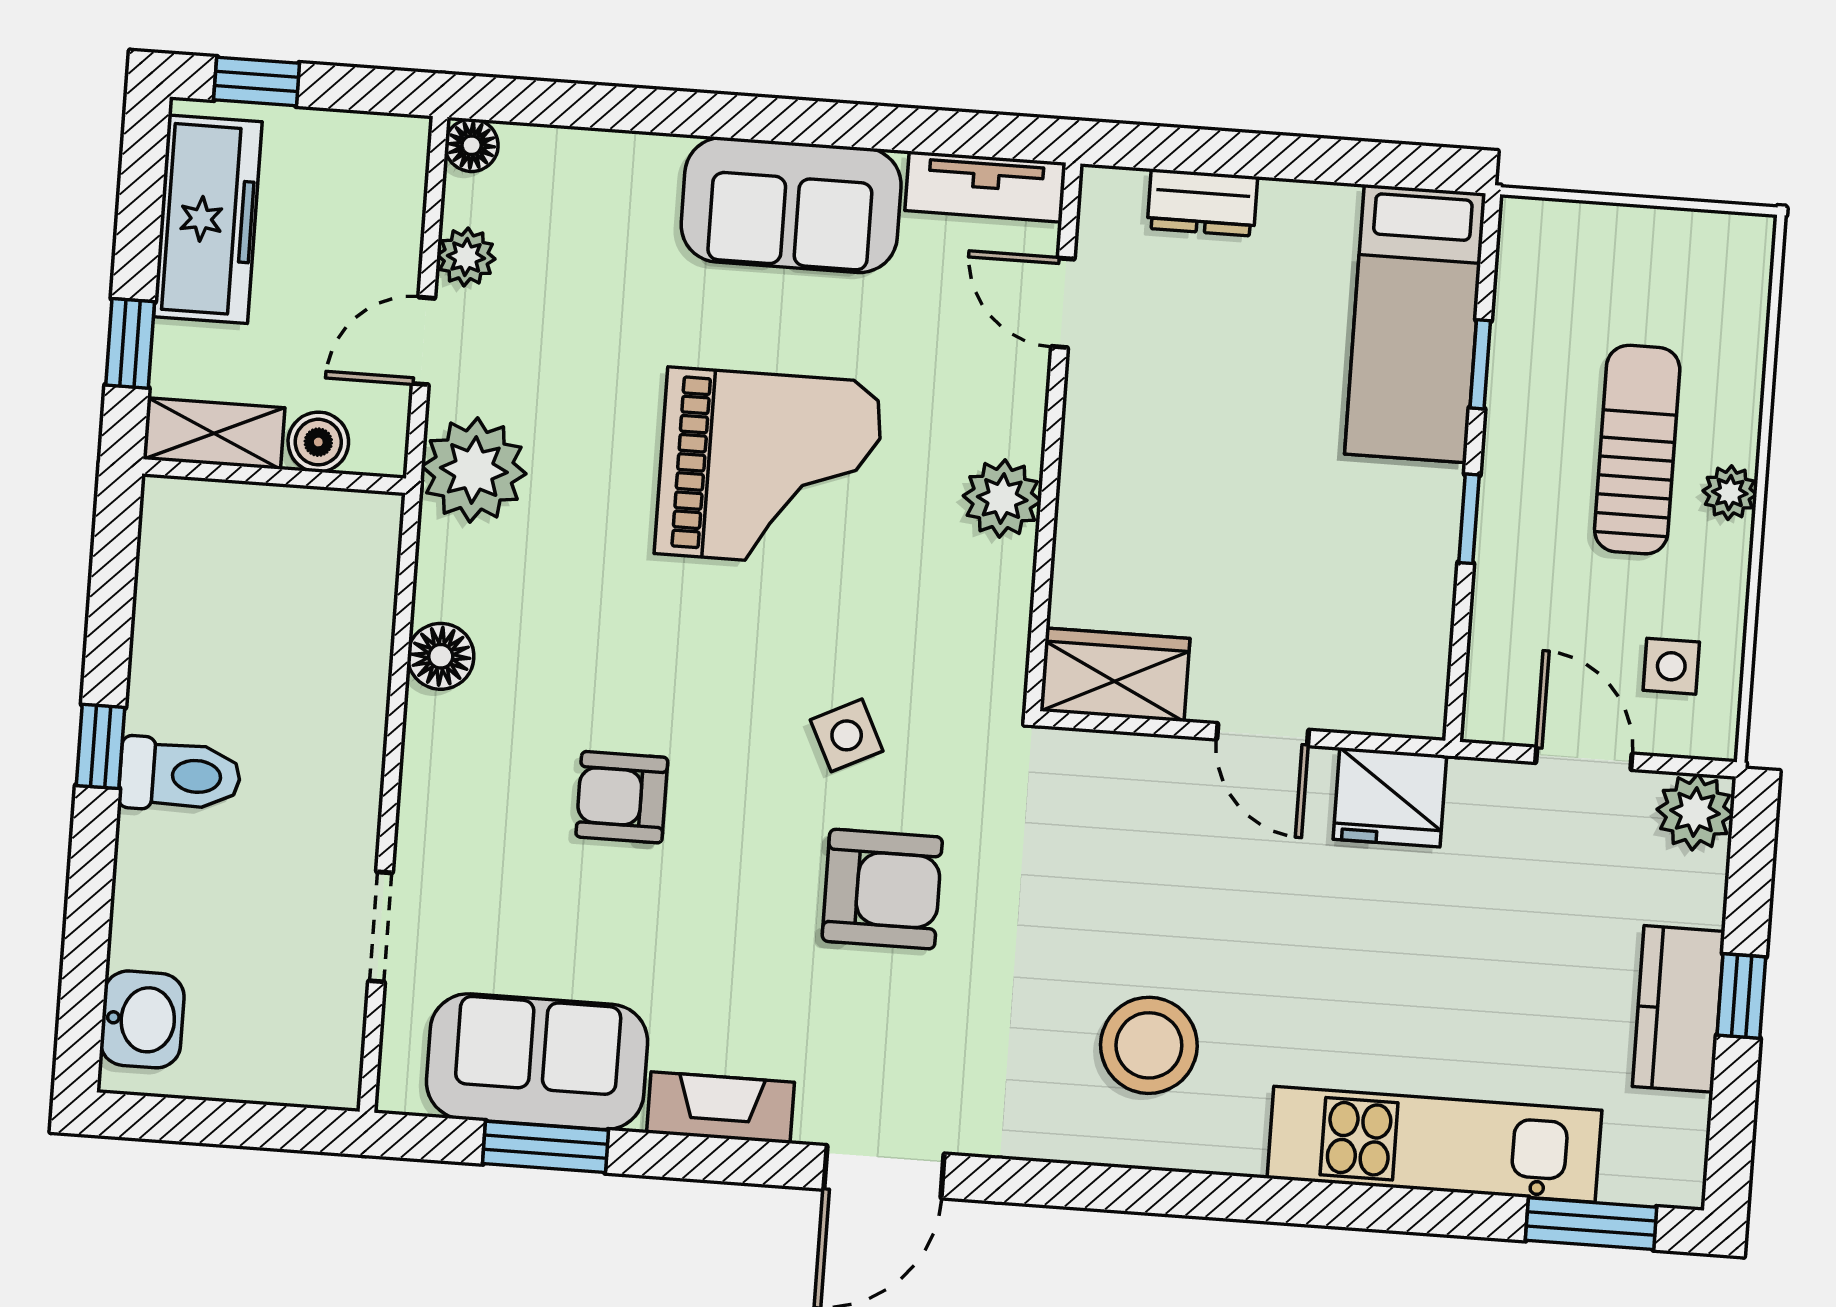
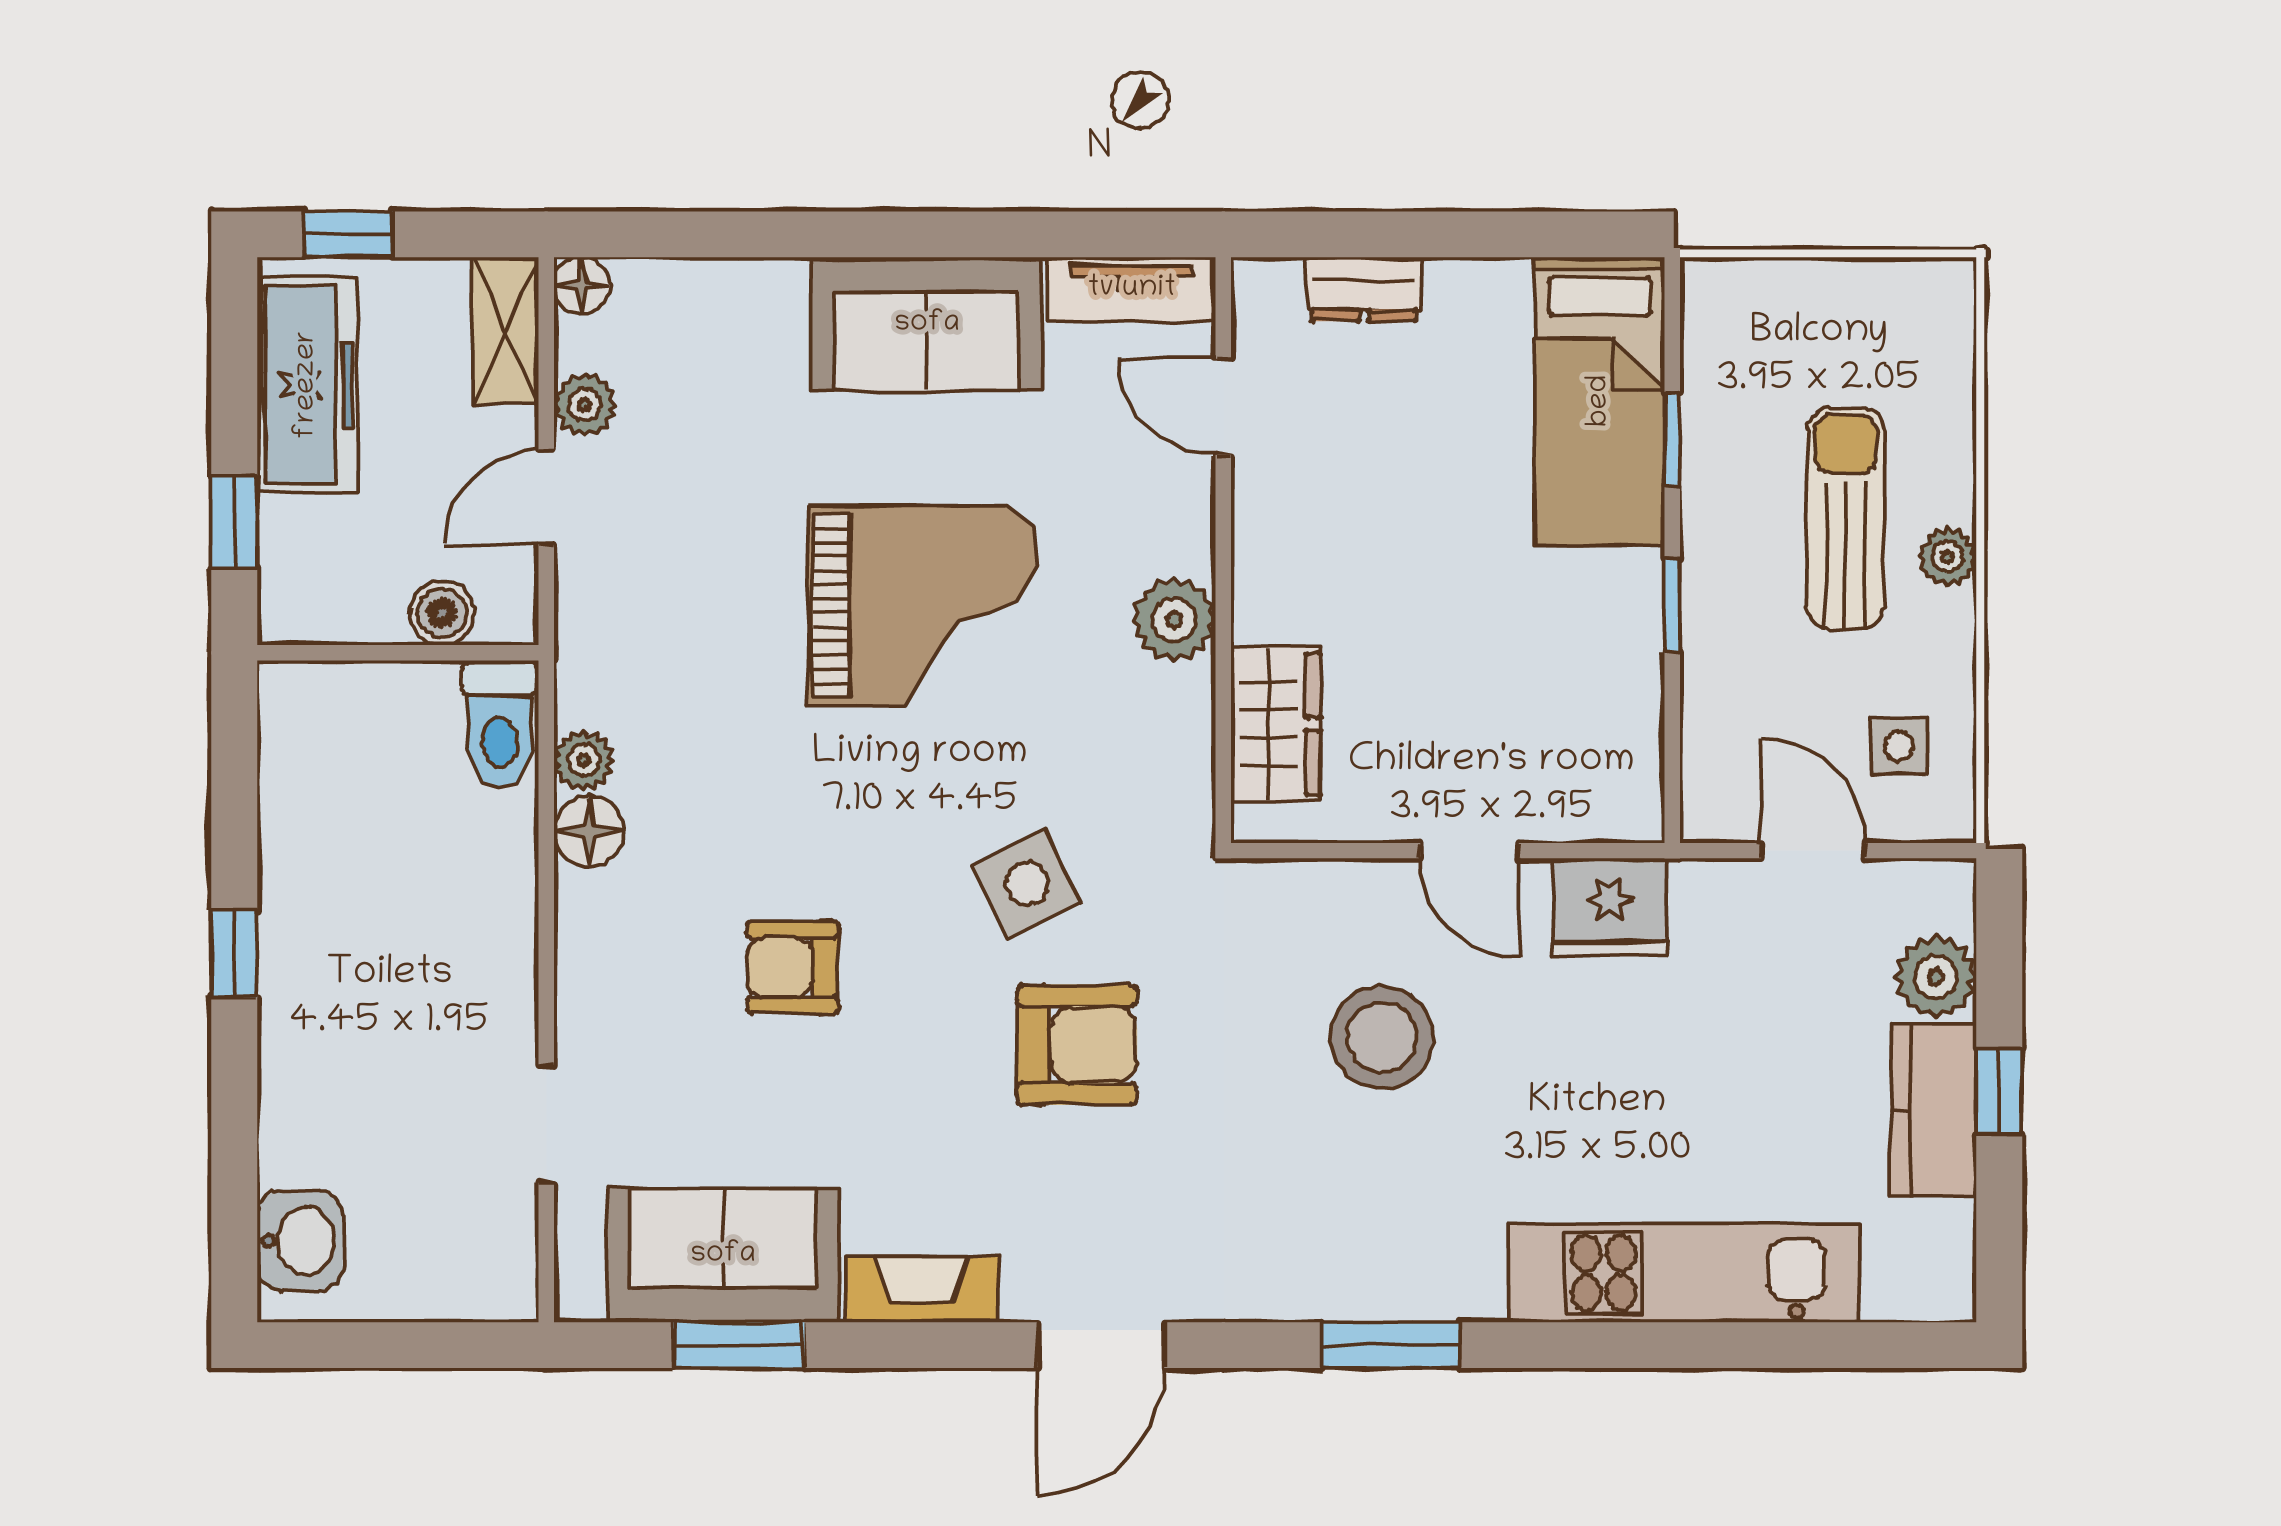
shelving: (214, 434) -> (506, 331), moved, turned 90
plant: (474, 470) -> (584, 760), moved, width x0.53, depth x0.53
wardrobe: (1115, 675) -> (1276, 724), moved, turned 90
side table: (847, 735) -> (1027, 884), width x1.37, depth x1.37
toilet: (180, 775) -> (500, 724), moved, turned 90
plant: (1695, 812) -> (1936, 977), moved
stool: (1149, 1045) -> (1382, 1037), moved
window: (1591, 1224) -> (1391, 1345), moved

